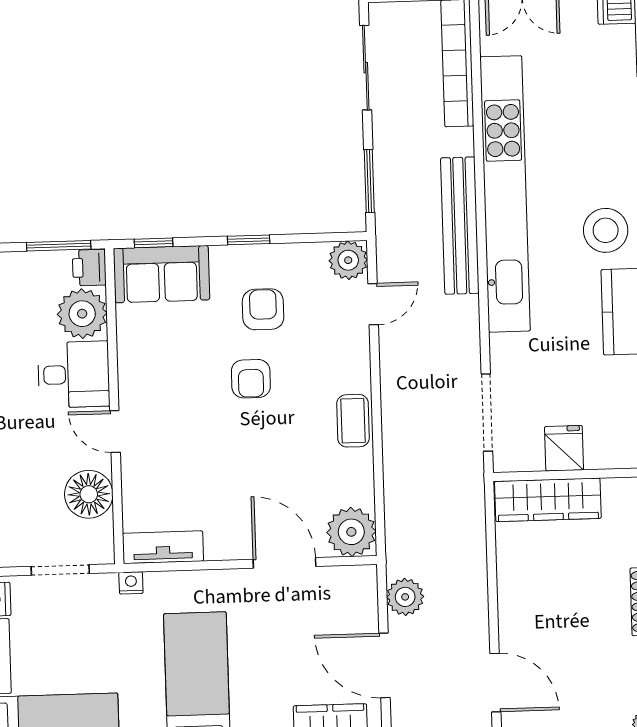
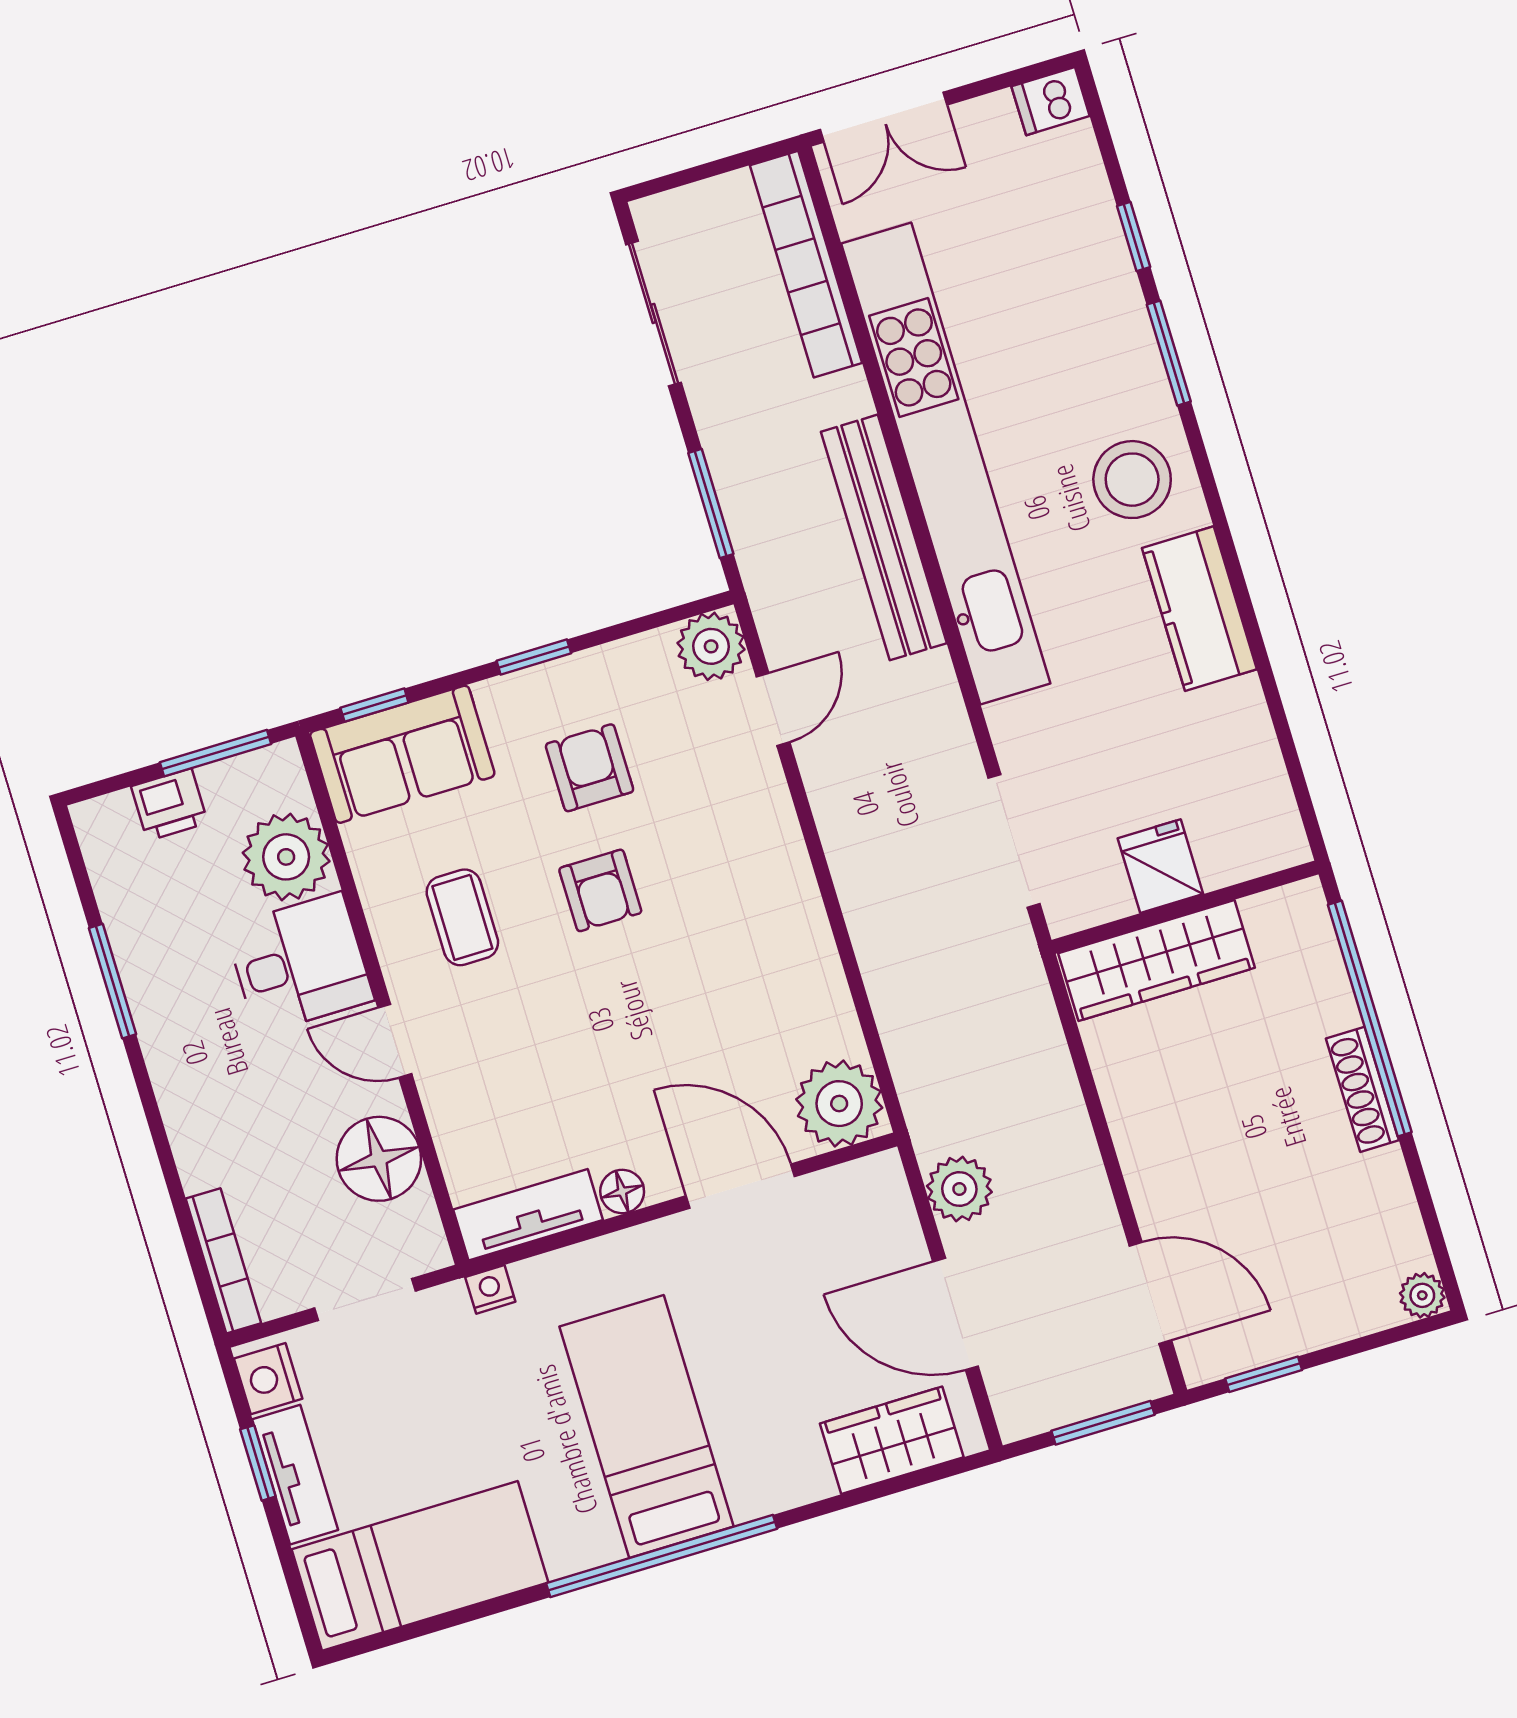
printer: (89, 268) -> (169, 805), moved, turned -90
coffee table: (353, 421) -> (462, 917), moved
floor lamp: (218, 548) -> (622, 1192), added

